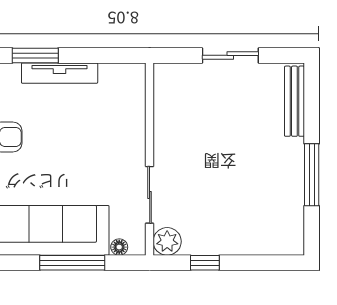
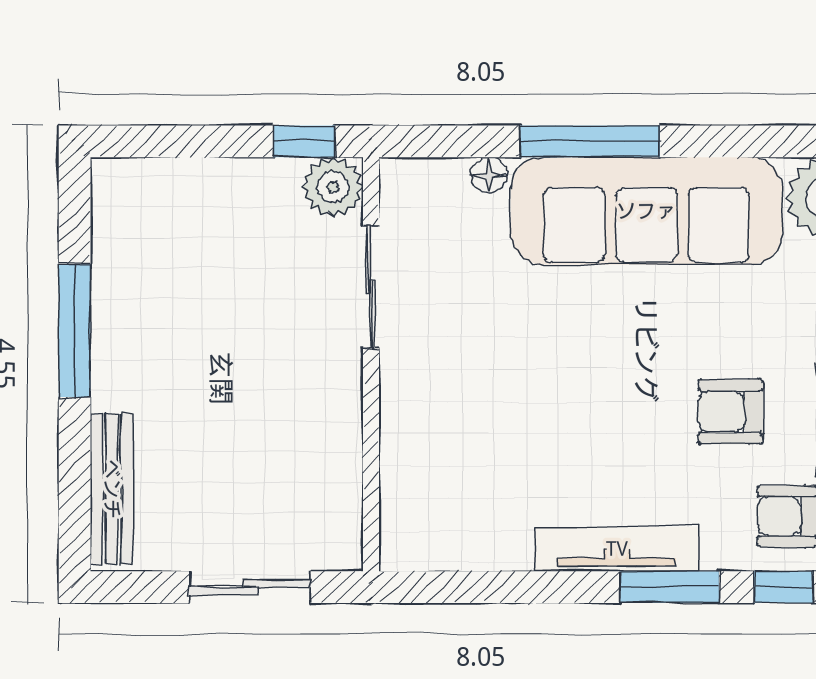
wall: (150, 159) -> (371, 364), moved
sliding door: (150, 195) -> (371, 287), moved
plant: (167, 241) -> (333, 187), moved

